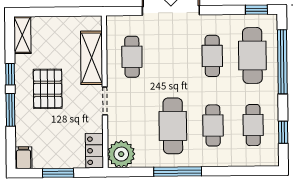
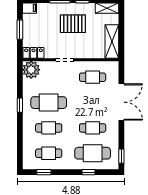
shelving: (92, 58) -> (112, 41), moved, turned 90
window: (282, 62) -> (88, 172), width x0.32
window: (178, 172) -> (20, 105), width x0.46

